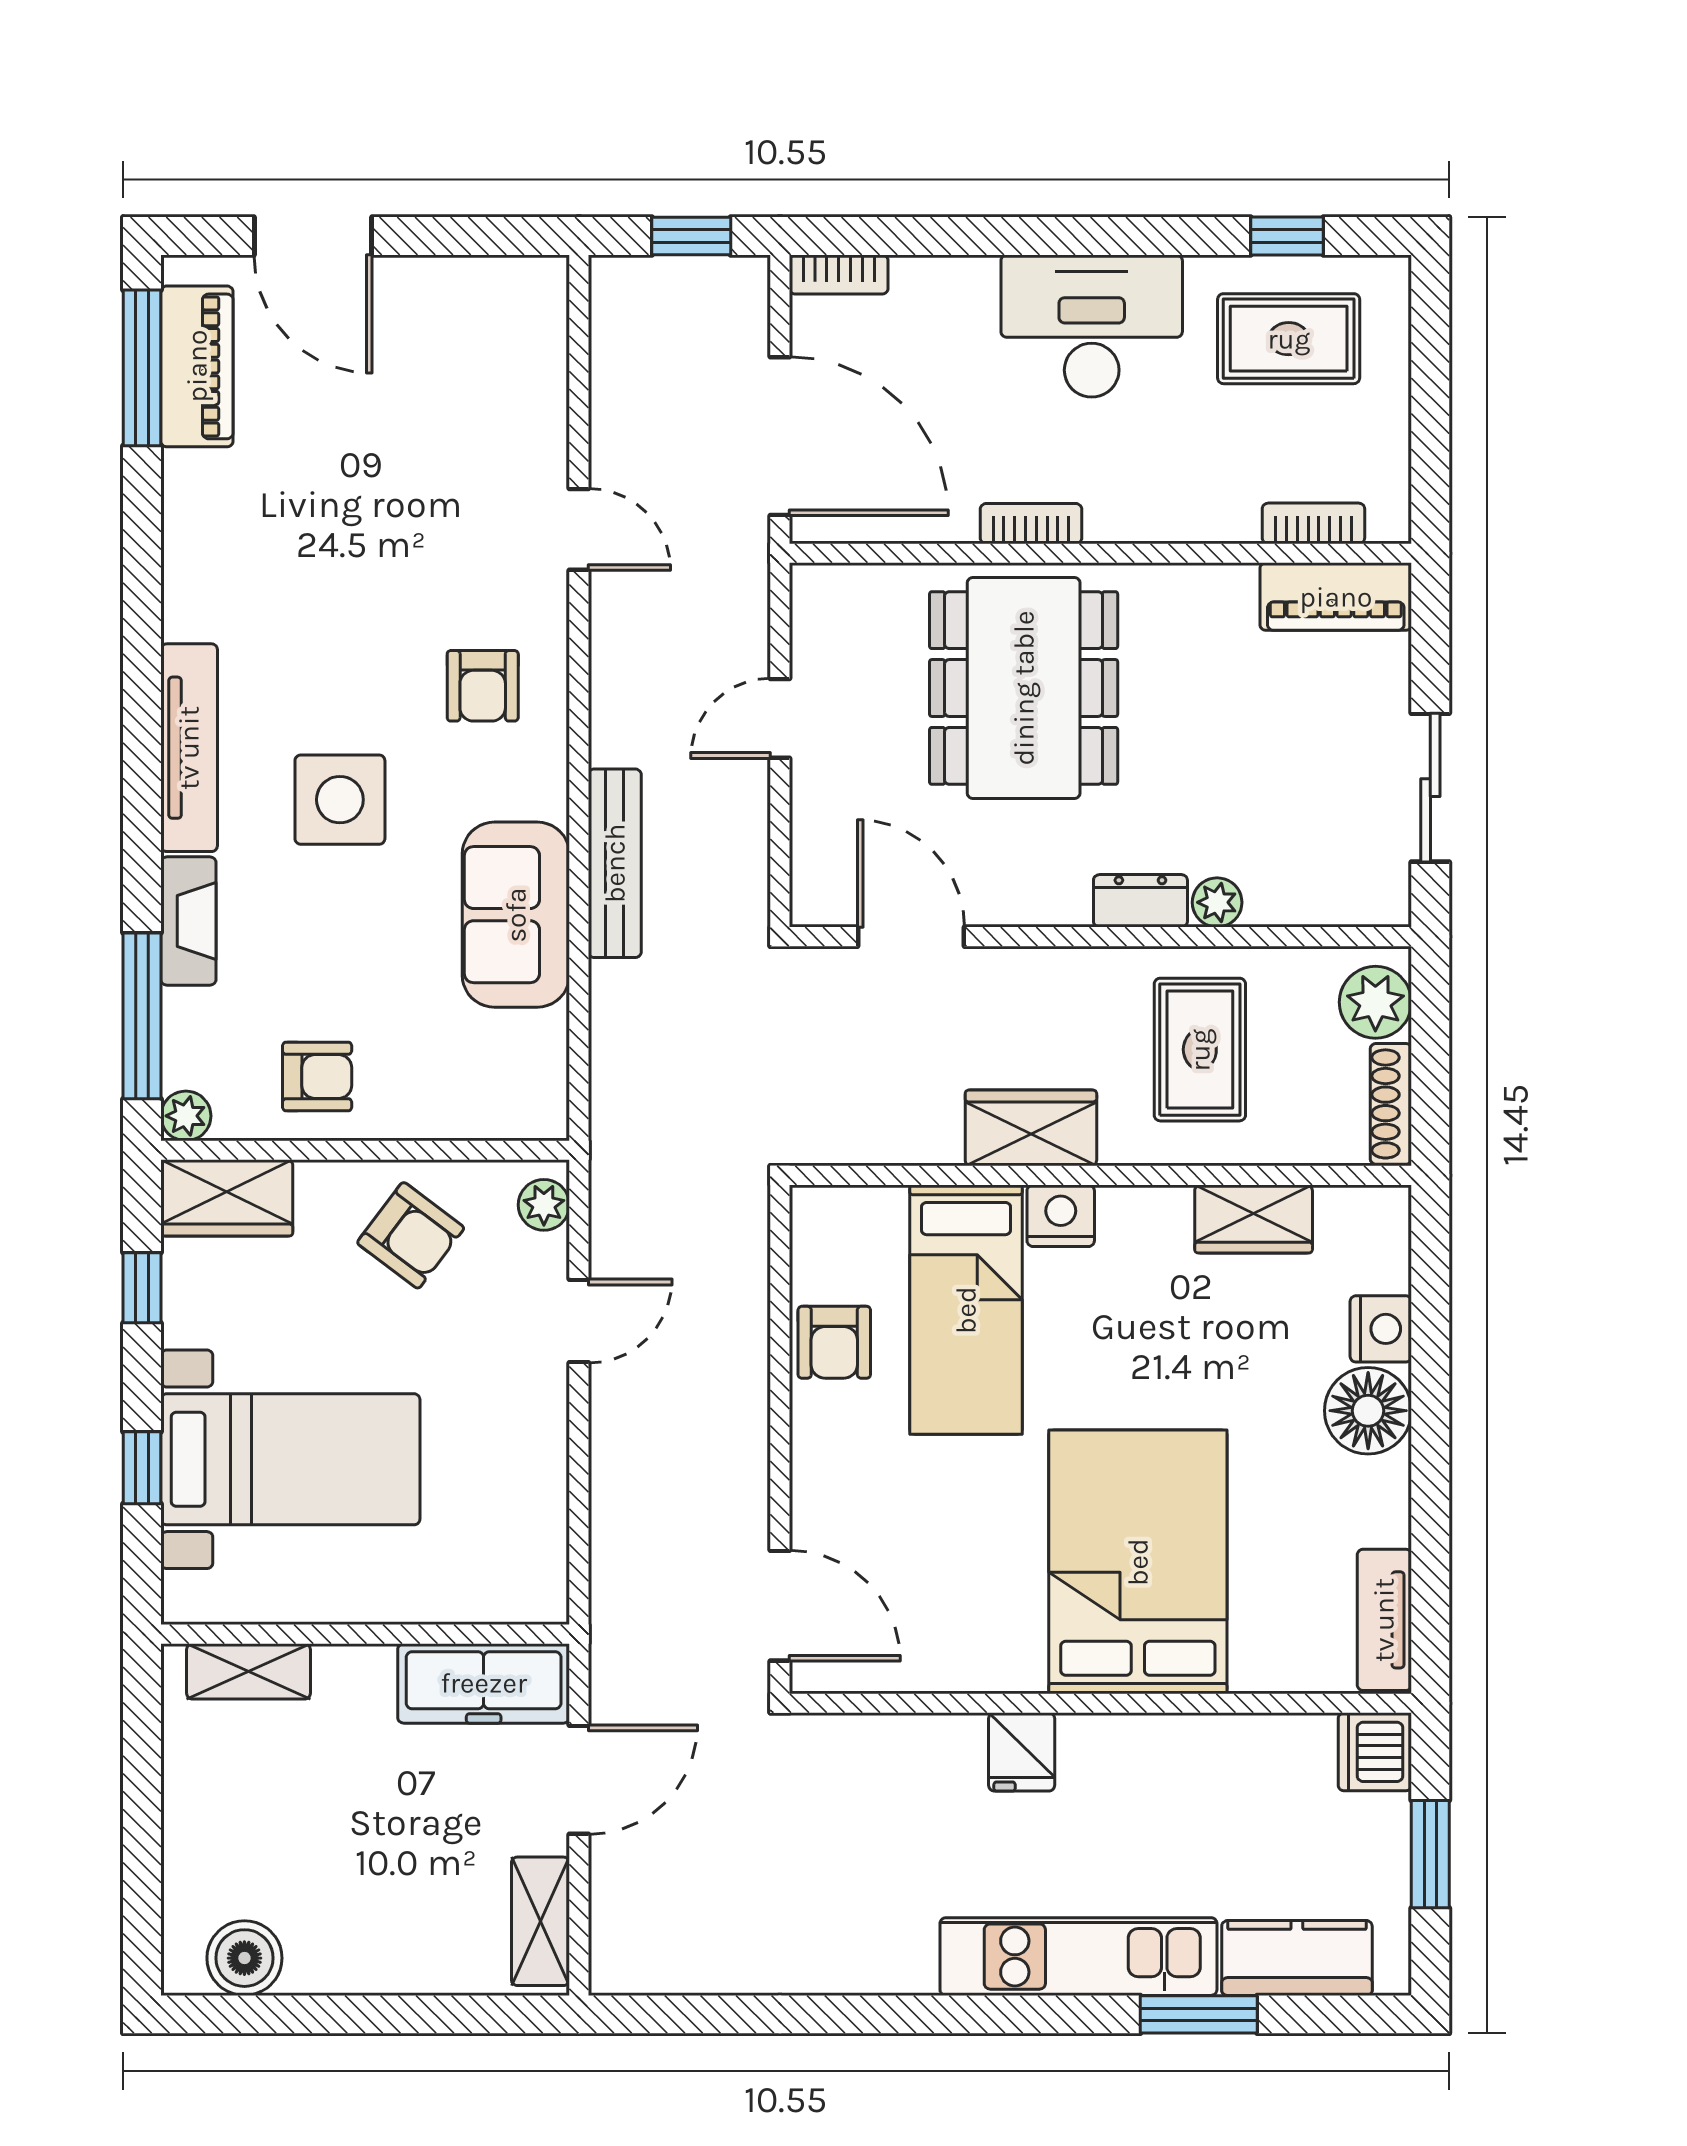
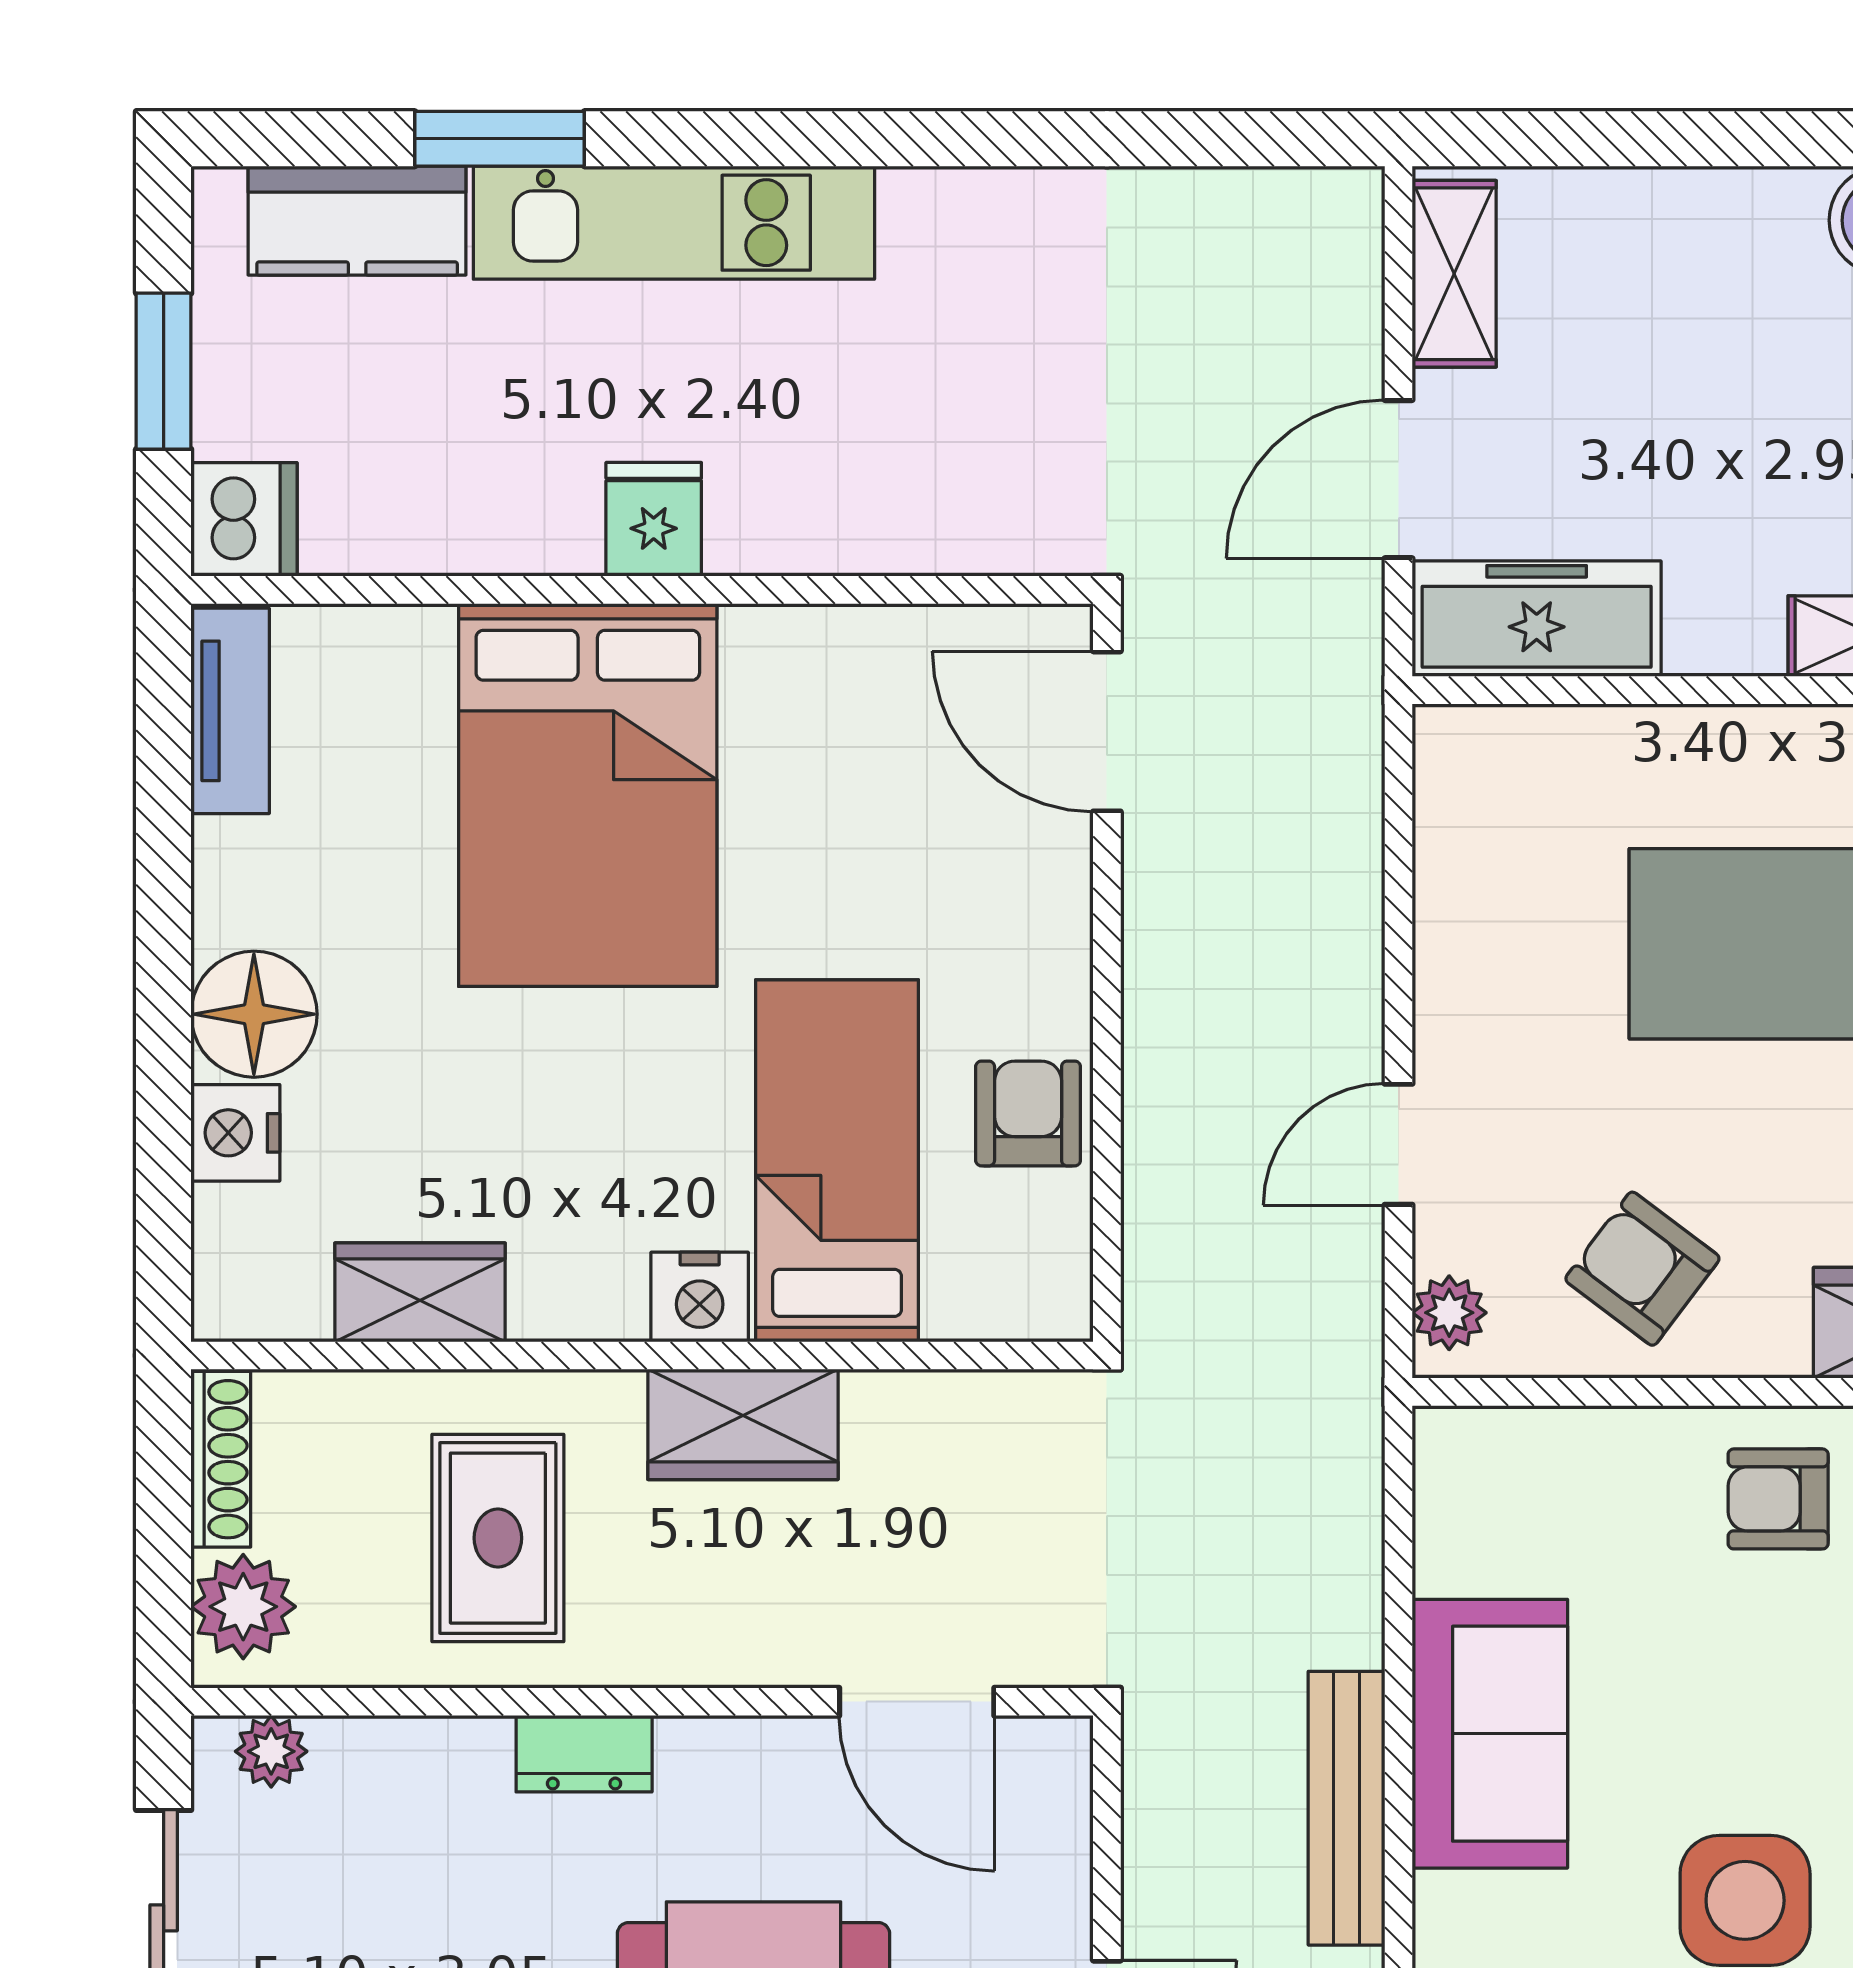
plant: (1217, 902) -> (271, 1751), moved
fridge: (1022, 1752) -> (654, 519), moved

